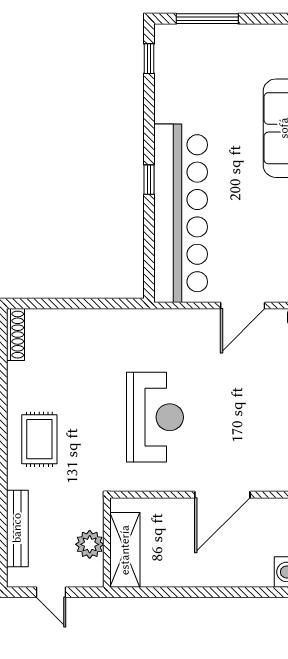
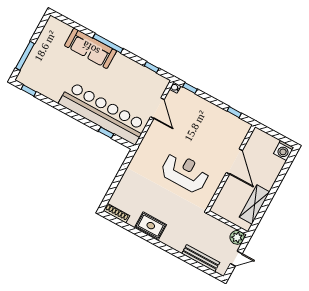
window: (149, 180) -> (106, 133), moved
rug: (39, 439) -> (151, 226), moved
plant: (90, 544) -> (237, 237), moved
shelving: (125, 550) -> (255, 205), moved, turned 90

